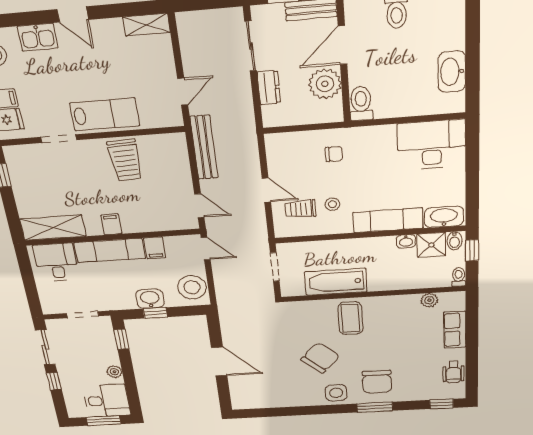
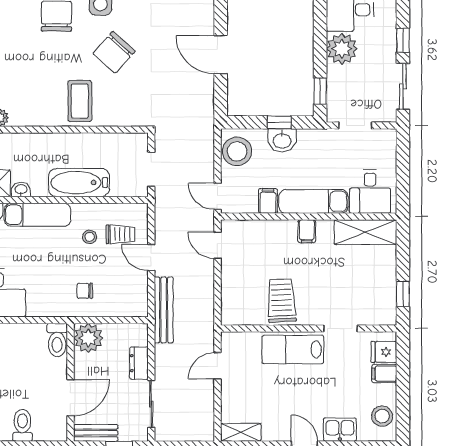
plant: (325, 84) -> (88, 338), moved
bench: (204, 147) -> (164, 310), moved
bathtub: (336, 282) -> (79, 183), moved, turned 180
plant: (114, 372) -> (342, 49), width x1.88, depth x1.88

